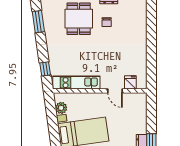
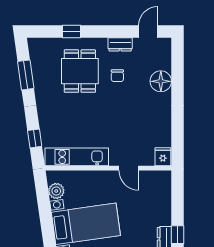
floor lamp: (139, 26) -> (161, 81), added
fridge: (130, 82) -> (163, 157), moved

